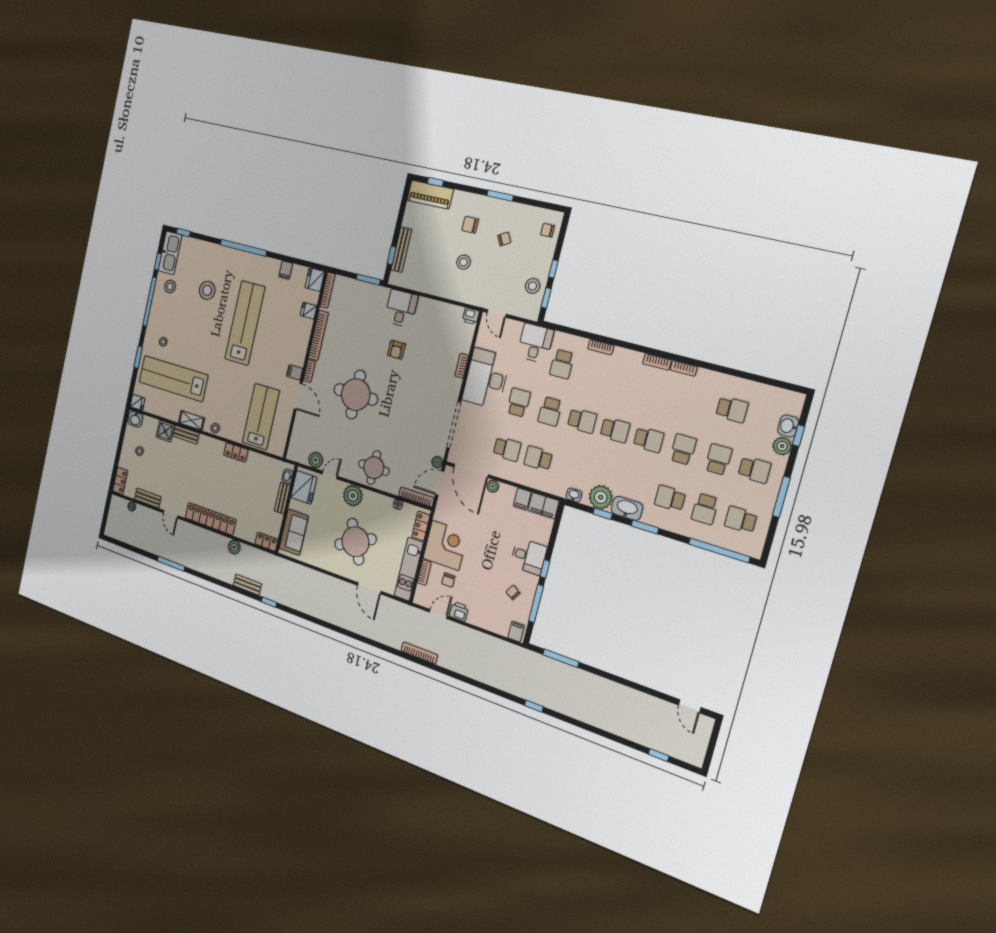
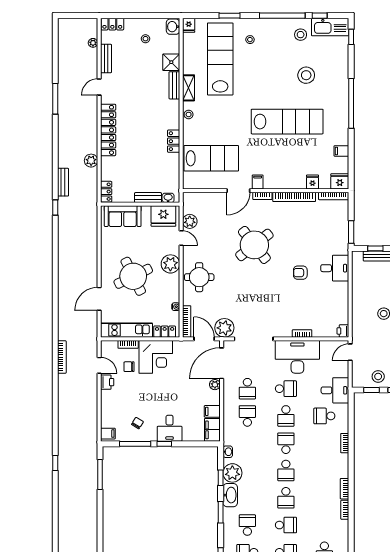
round table: (356, 395) -> (254, 245), turned -38
school desk: (550, 411) -> (286, 416), turned -90
school desk: (582, 421) -> (286, 443), turned 180
plant: (437, 462) -> (224, 328), width x1.88, depth x1.88

